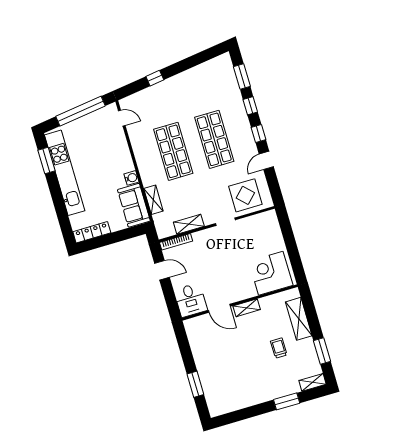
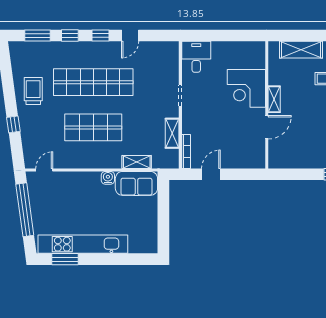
trolley: (190, 87) -> (33, 91), added
shop shelf: (214, 139) -> (93, 82), width x1.40
door: (266, 160) -> (130, 35), hinge flipped
display table: (245, 195) -> (159, 67), removed
locker: (92, 232) -> (151, 234), removed
corner desk: (271, 273) -> (246, 88), moved
desk: (191, 300) -> (196, 57), moved, turned -90

